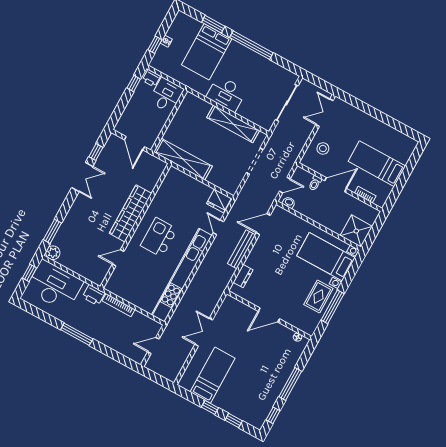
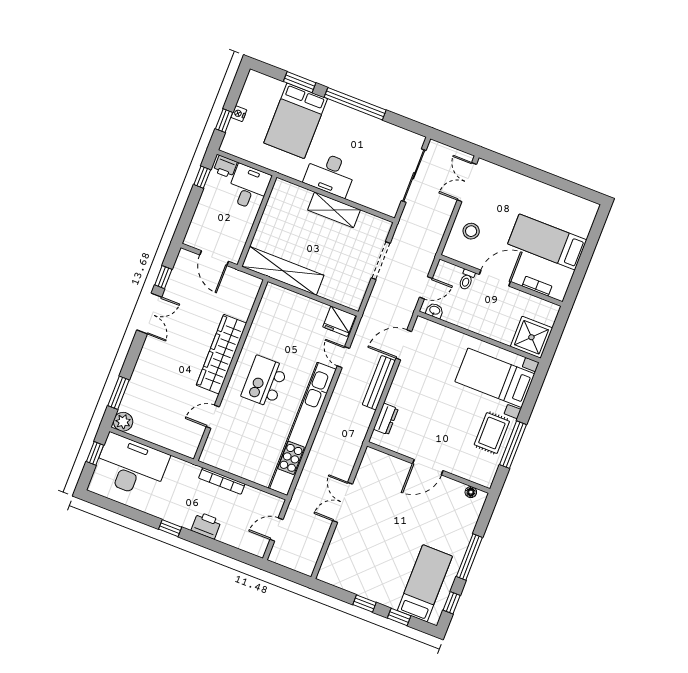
shelving: (233, 124) -> (334, 210), width x0.68
printer: (94, 295) -> (206, 525), moved, turned 180
window: (77, 334) -> (170, 528), width x0.46
bed: (213, 375) -> (425, 583), moved

